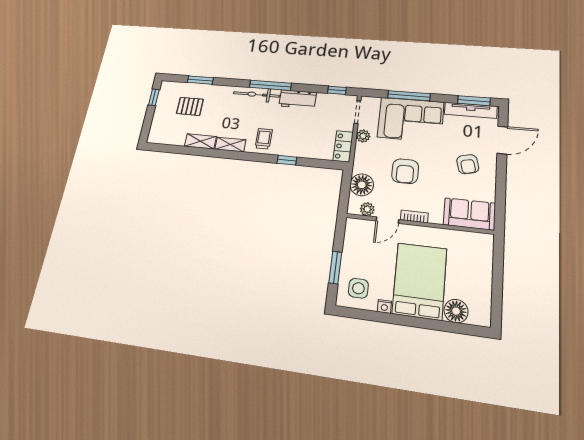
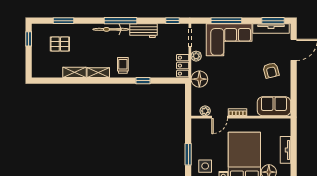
armchair: (405, 171) -> (229, 80), removed
floor lamp: (362, 185) -> (199, 79), moved
tv unit: (484, 280) -> (286, 150), added

